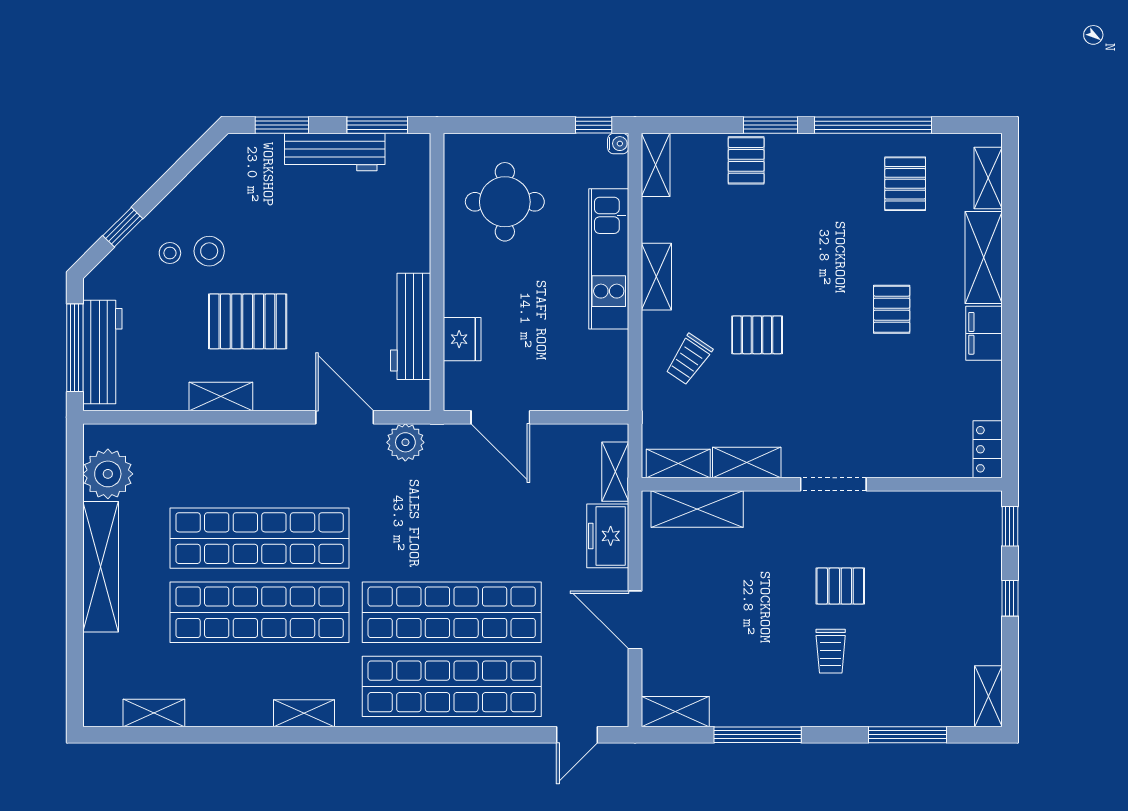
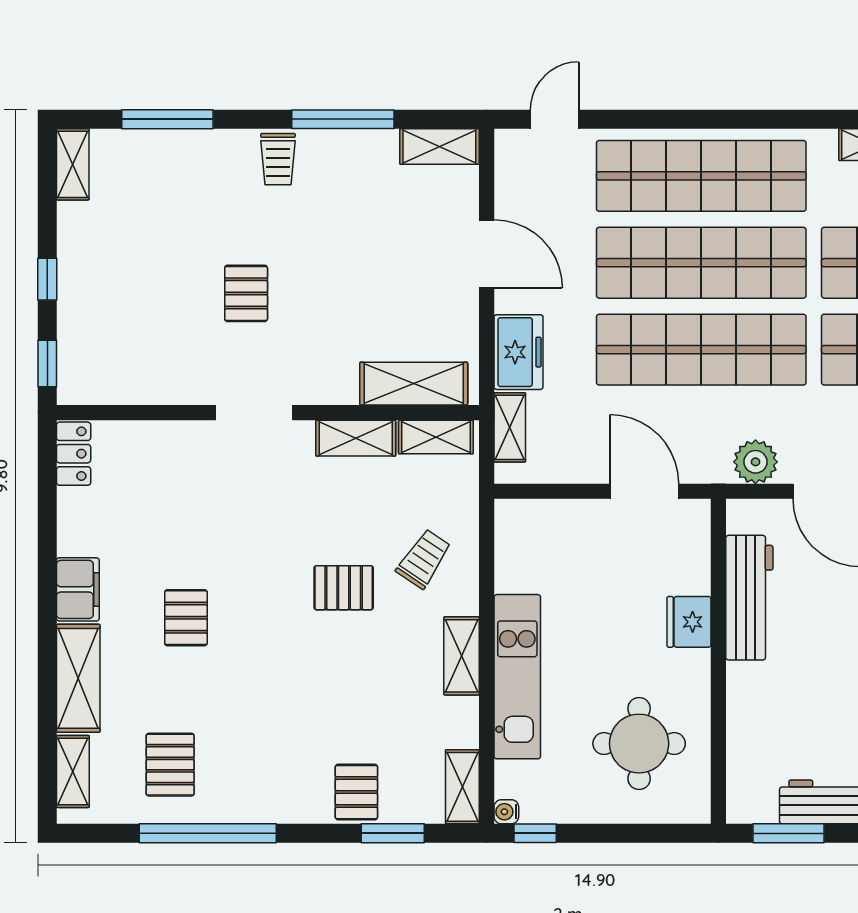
window: (771, 125) -> (393, 833), moved
fridge: (462, 339) -> (689, 622), moved
shop shelf: (452, 538) -> (701, 350), added
pallet: (840, 586) -> (246, 293), turned 90
trolley: (831, 651) -> (278, 159), moved, turned 180

